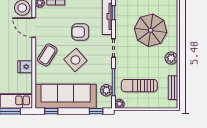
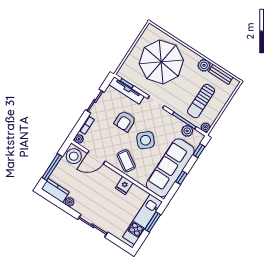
parasol: (151, 30) -> (161, 62), width x1.36, depth x1.36
plant: (171, 58) -> (204, 65), moved
window: (51, 111) -> (181, 178), moved

